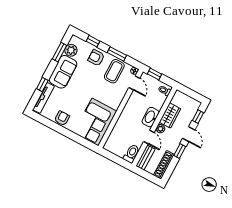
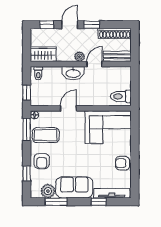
window: (117, 54) -> (27, 129), moved
door: (134, 83) -> (68, 108), moved
wardrobe: (170, 115) -> (43, 54), moved
toilet: (131, 154) -> (121, 96), moved

